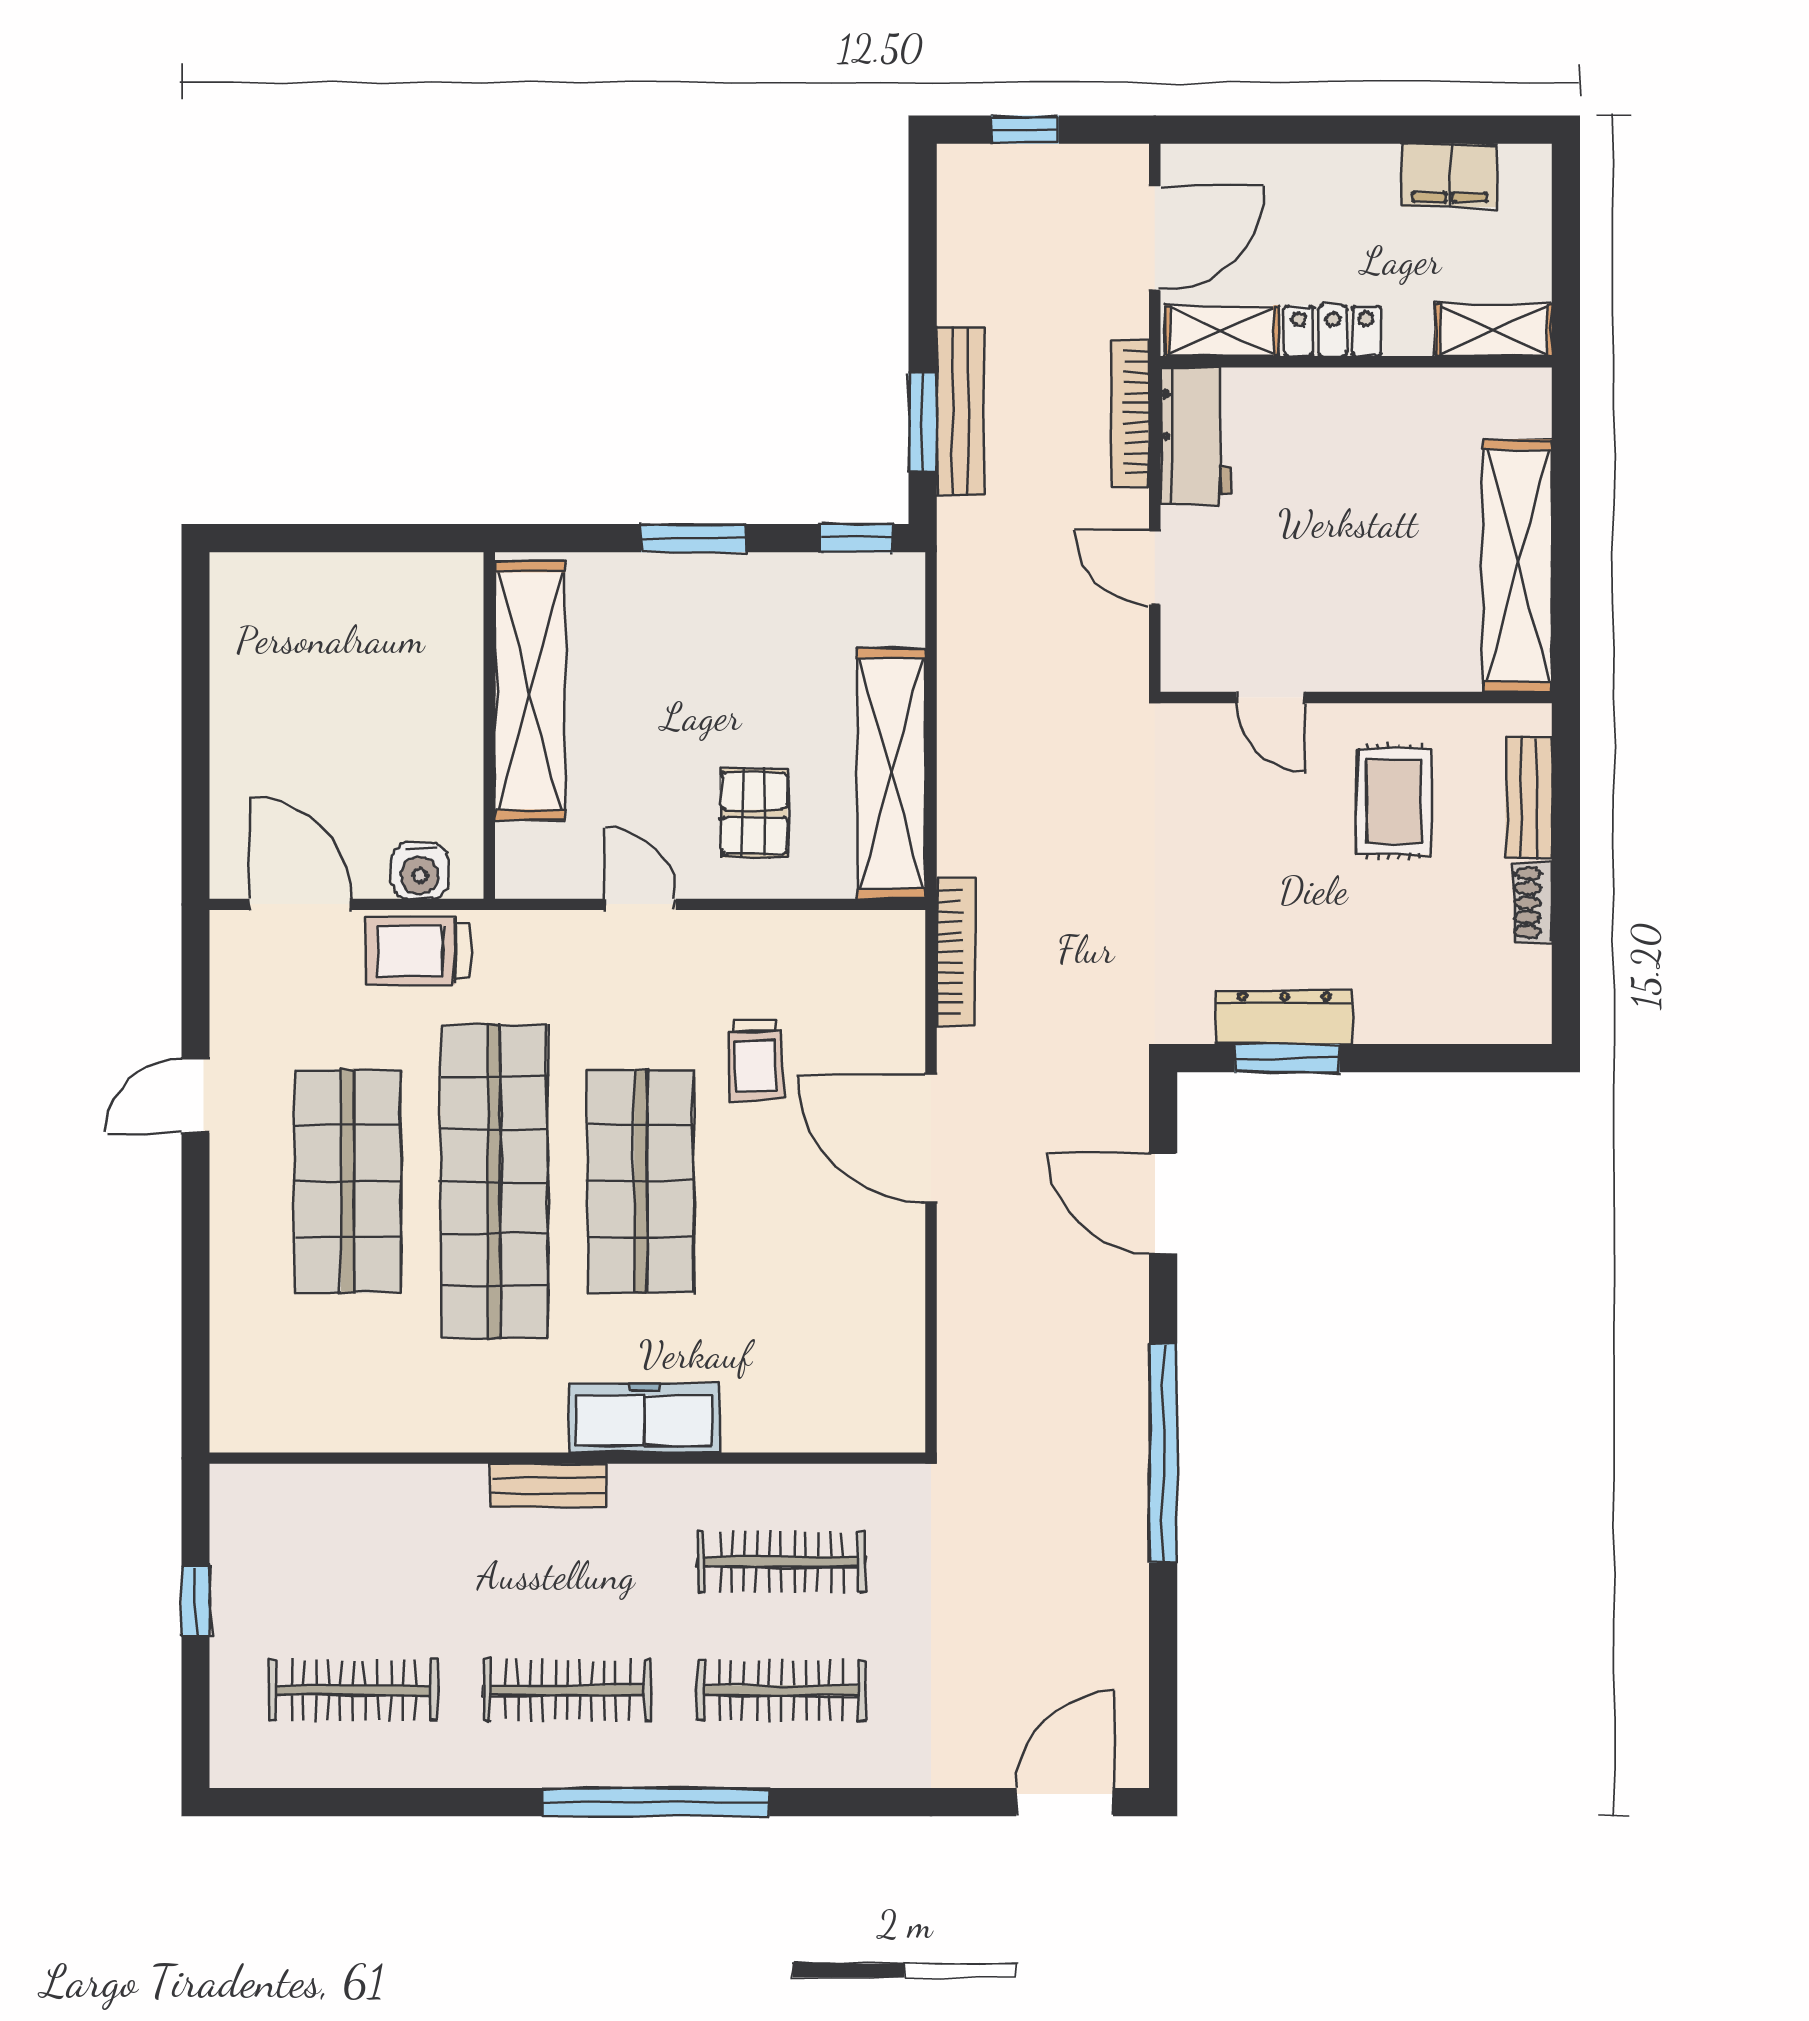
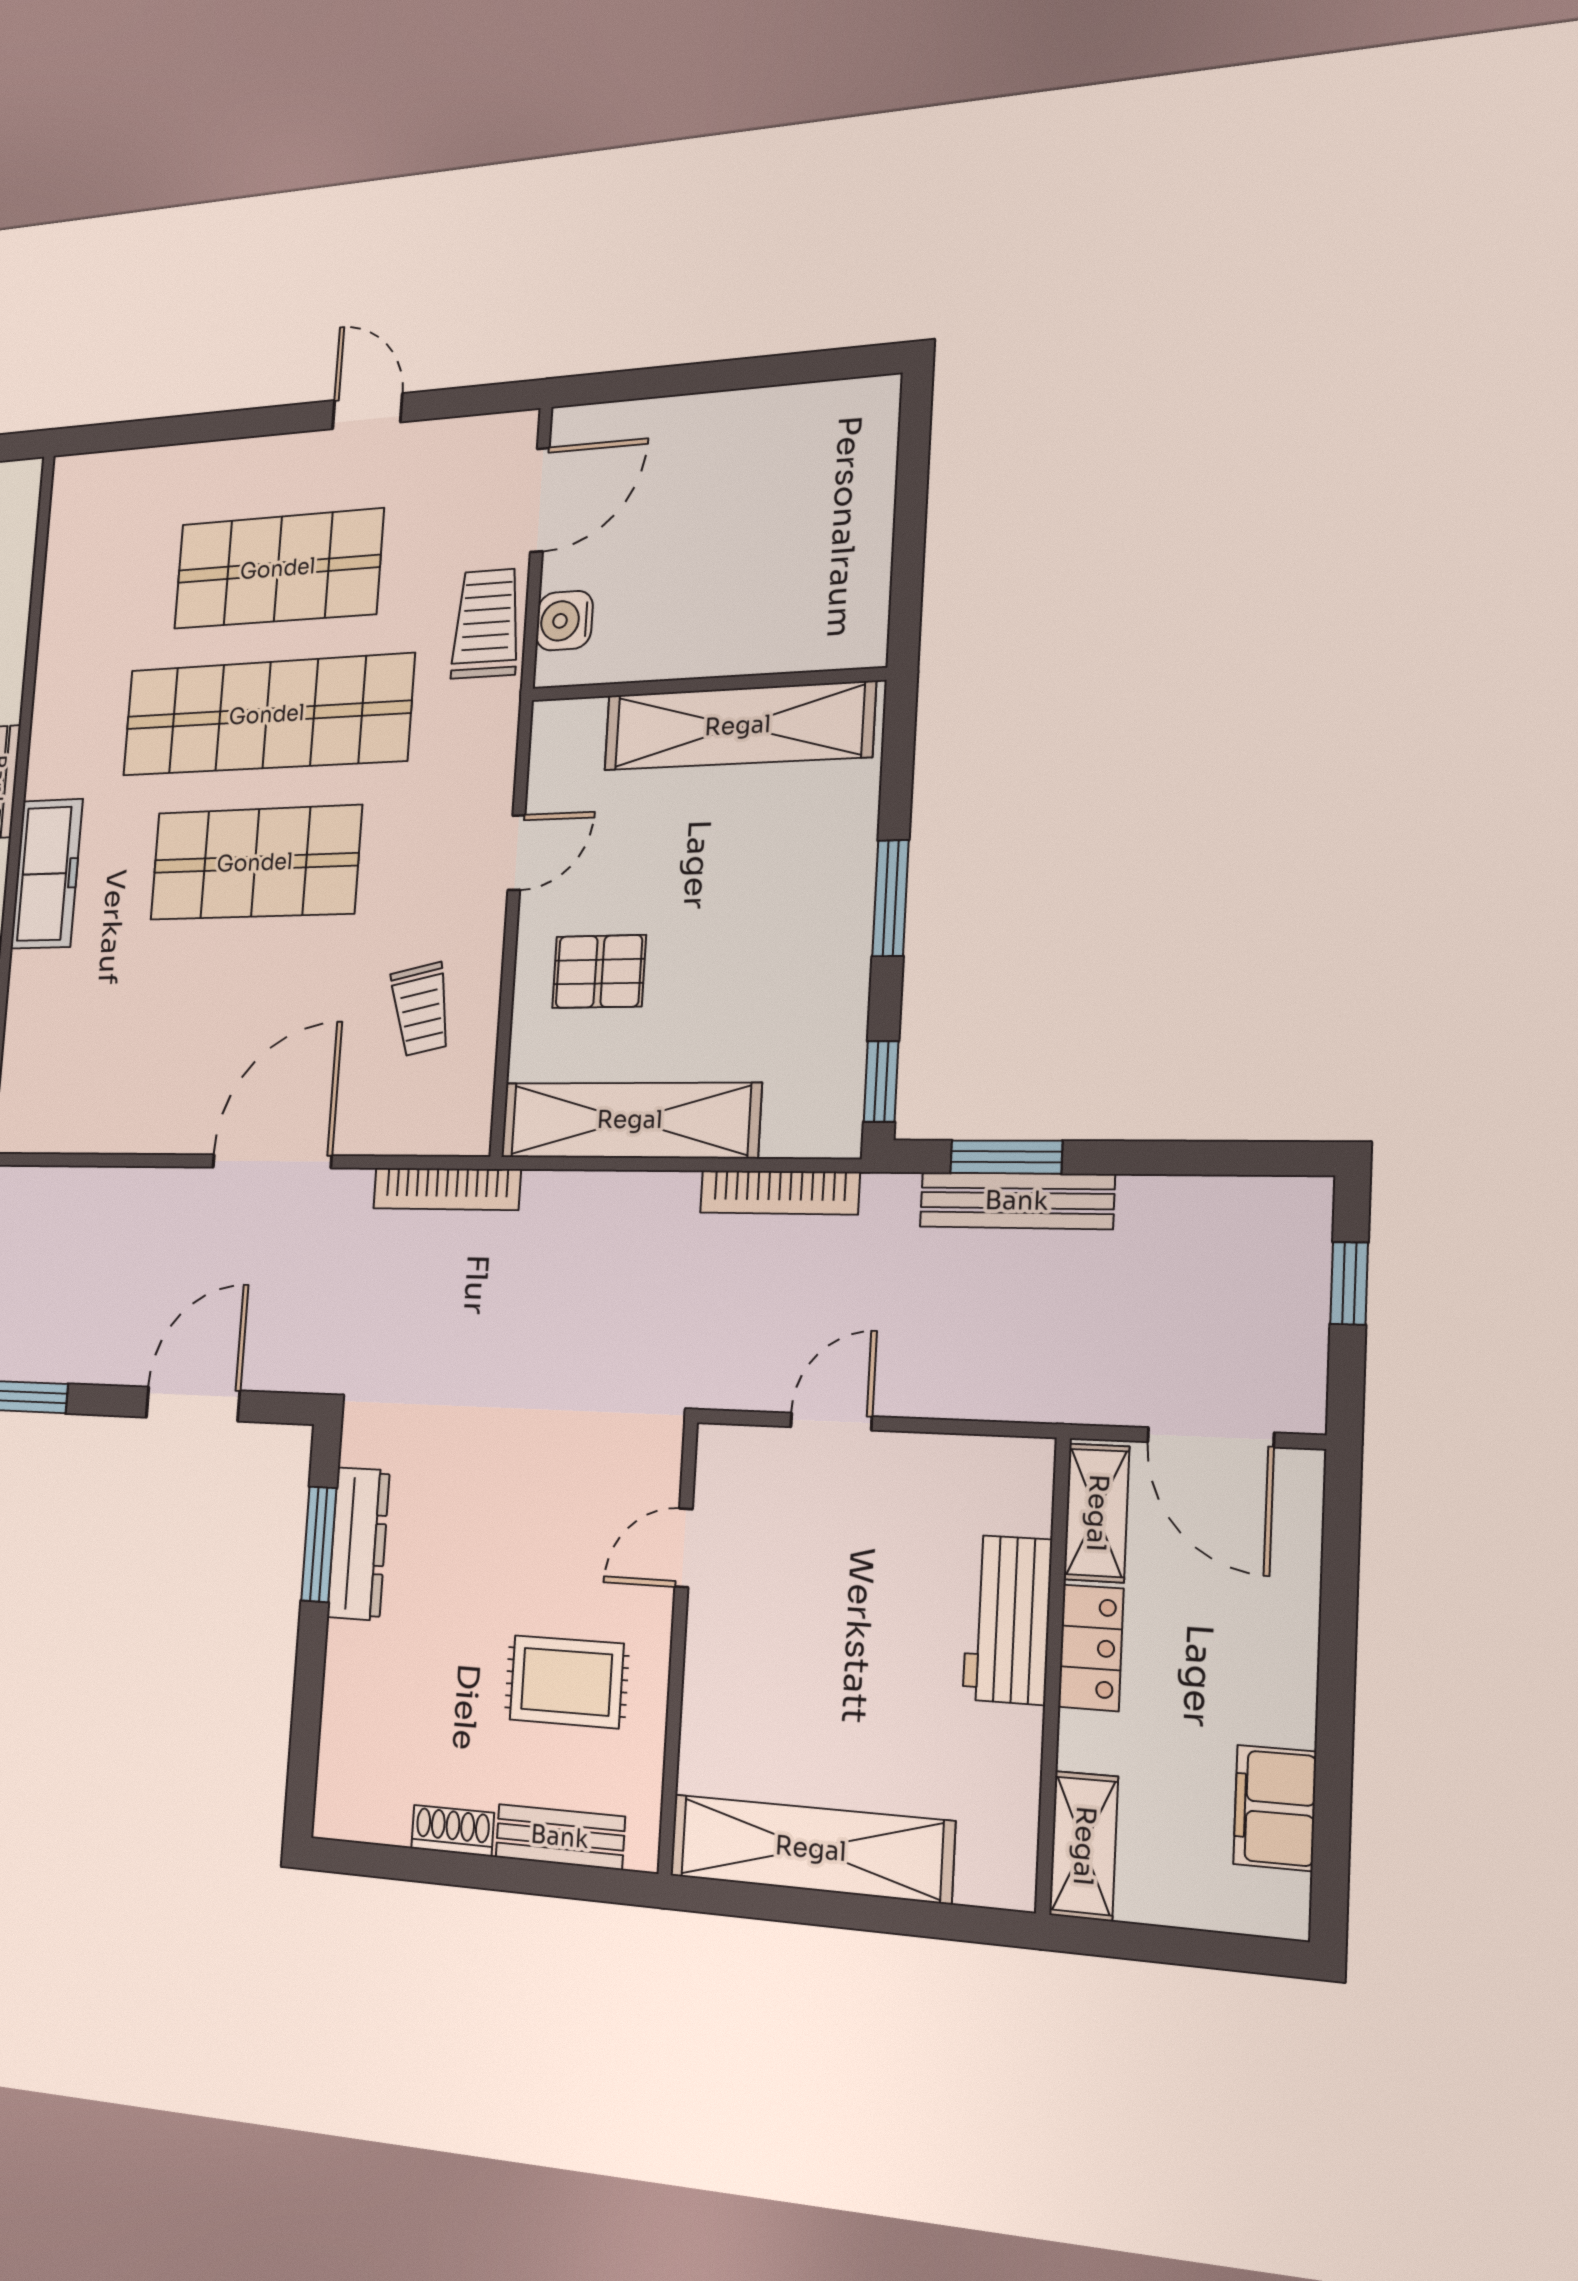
bookcase: (1130, 413) -> (779, 1192), moved, turned 180
workbench: (1196, 436) -> (1007, 1619), moved, turned 90
trolley: (755, 1060) -> (421, 1009), moved, turned -100

